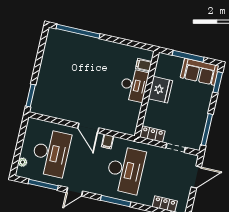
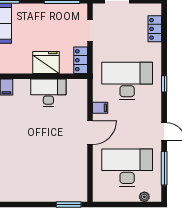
desk: (134, 85) -> (48, 93), moved
fridge: (160, 90) -> (46, 62), moved
window: (116, 201) -> (164, 84), width x0.46

